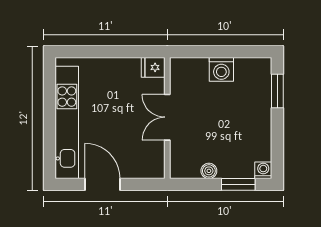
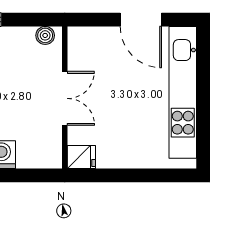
boiler: (209, 171) -> (45, 35), moved

